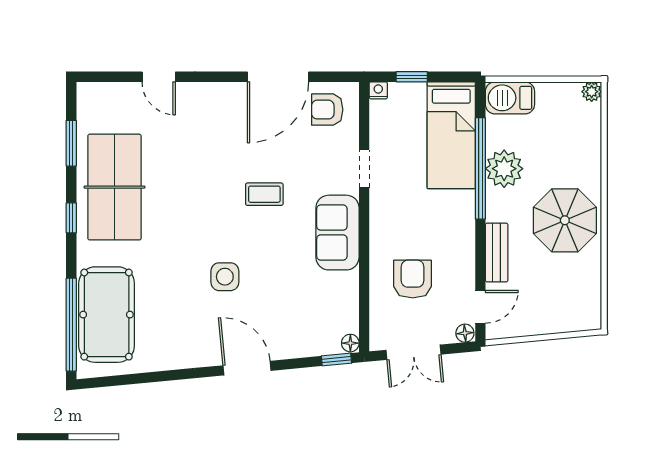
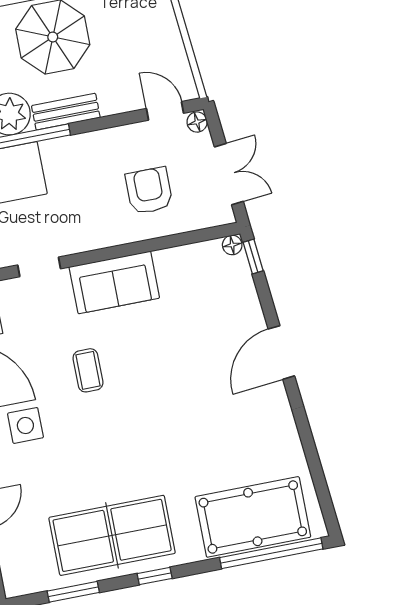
bench: (497, 253) -> (66, 112), moved
side table: (225, 277) -> (25, 425), moved
armchair: (413, 279) -> (149, 191), turned 90

